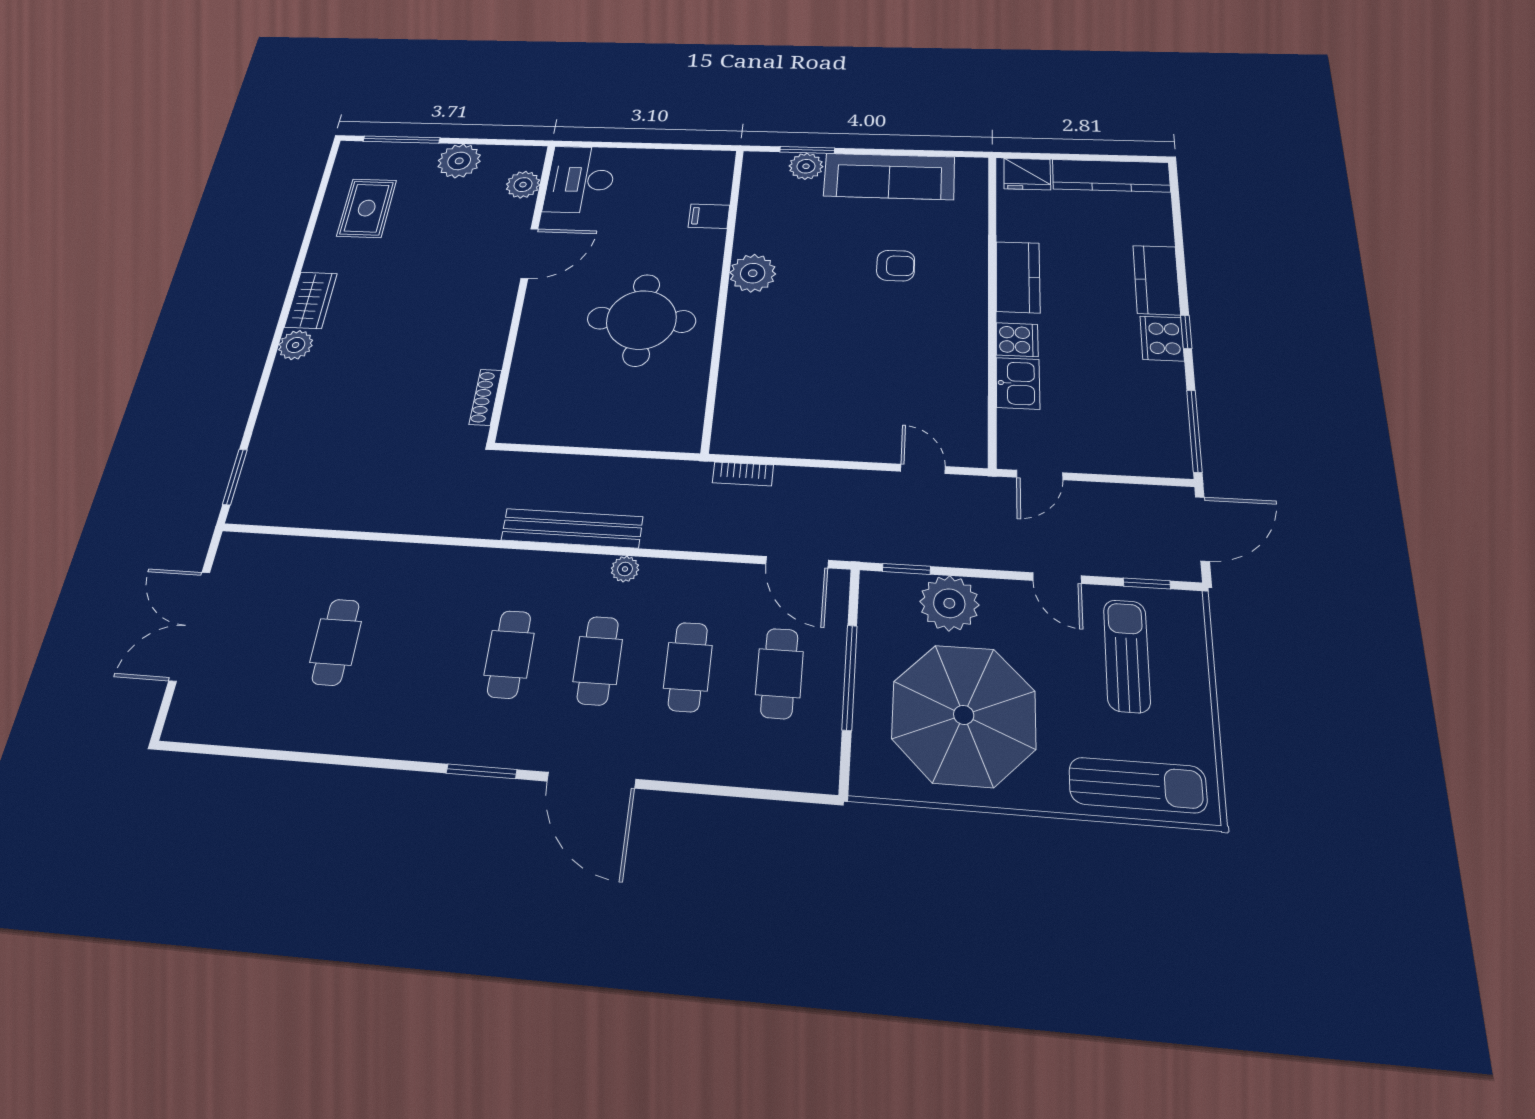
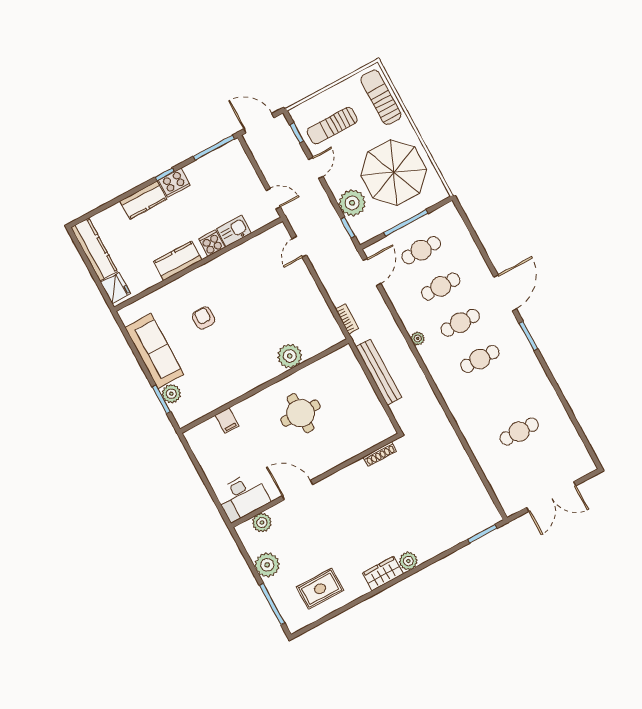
plant: (753, 273) -> (290, 356), moved
round table: (641, 320) -> (300, 413), width x0.73, depth x0.73
bench: (572, 528) -> (379, 372), moved

